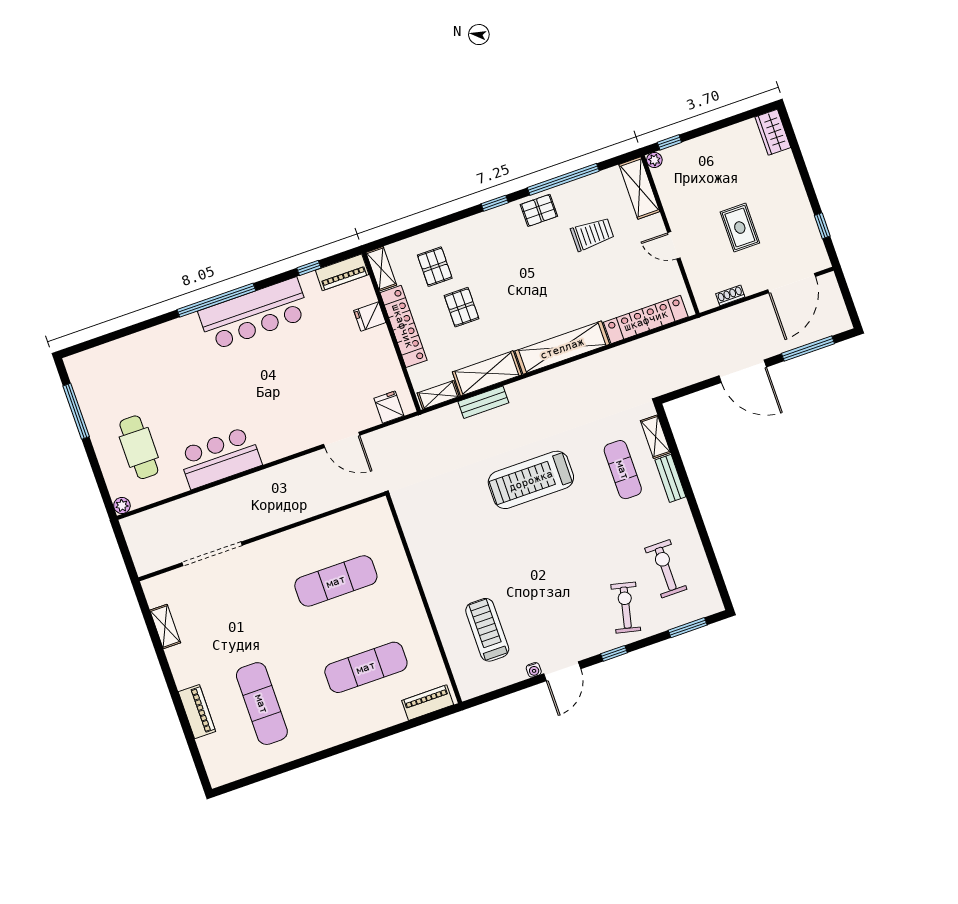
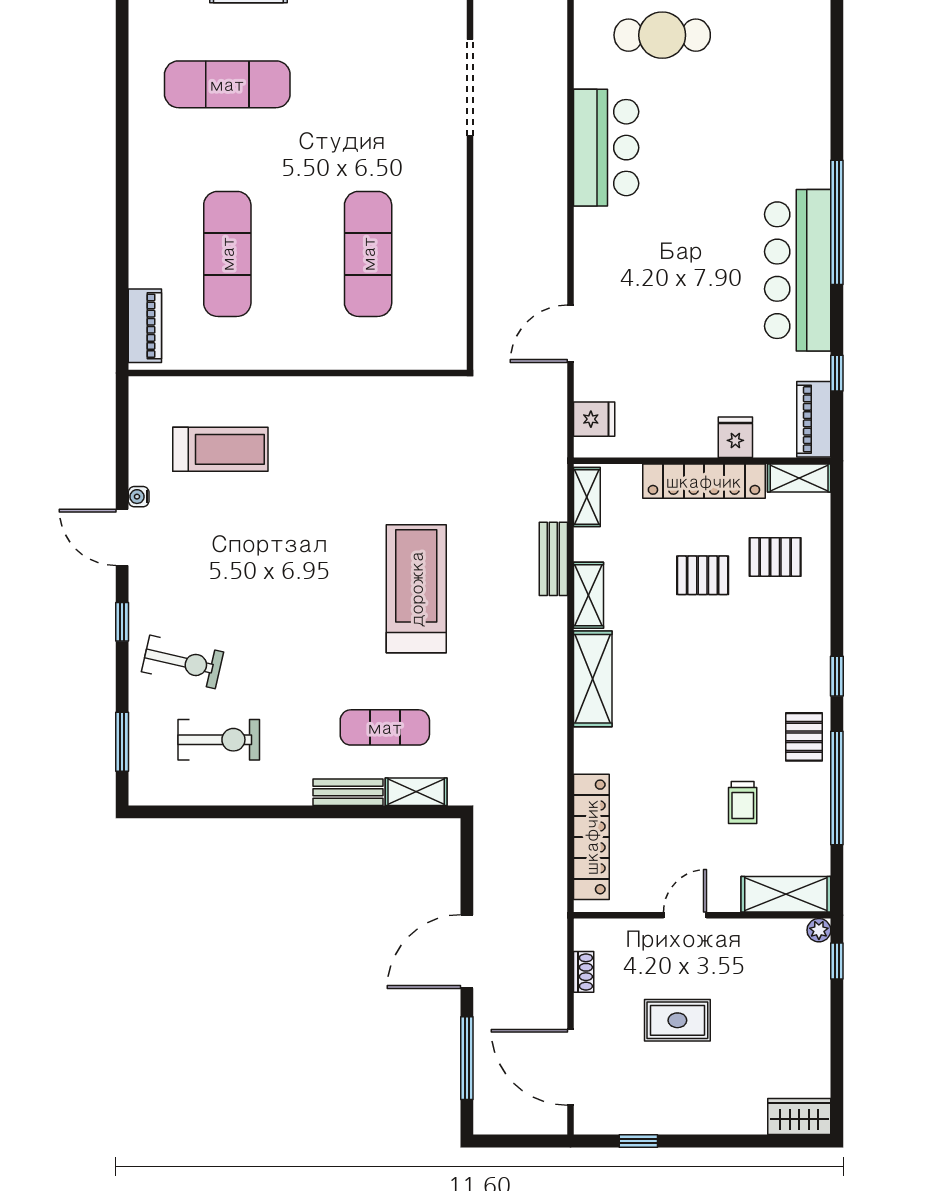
trolley: (592, 234) -> (743, 802), width x0.73, depth x0.72
shelving: (562, 348) -> (593, 679), width x0.68
shelving: (487, 373) -> (588, 595), width x0.67, depth x0.75

